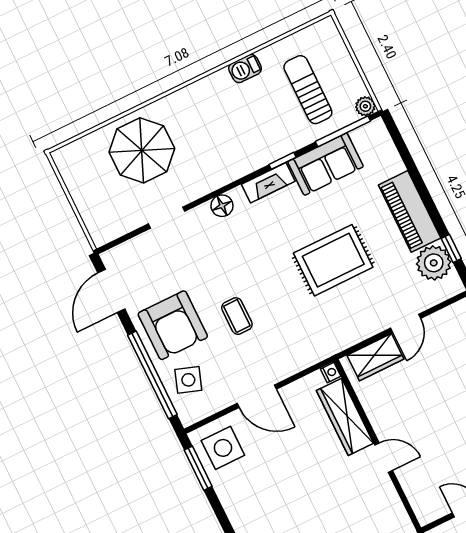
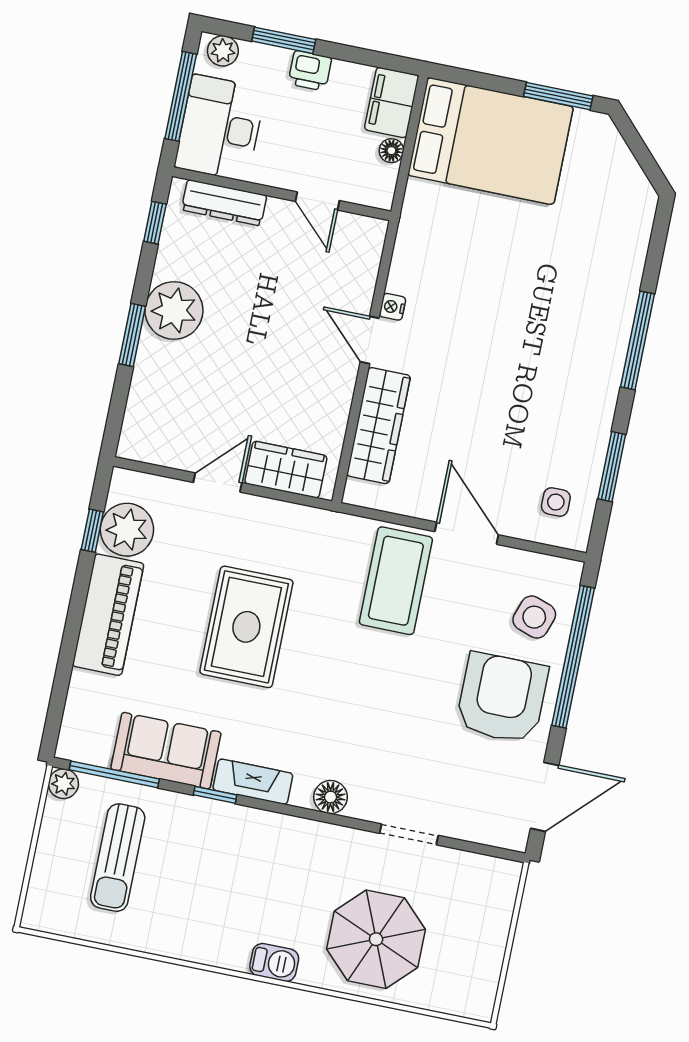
barbecue: (245, 68) -> (274, 962), moved
rug: (333, 260) -> (246, 627), turned 90
coffee table: (237, 316) -> (396, 581), moved, width x1.86, depth x1.72
nightstand: (331, 373) -> (392, 307), moved
side table: (223, 448) -> (556, 502), width x0.54, depth x0.54
window: (198, 468) -> (612, 467), moved

